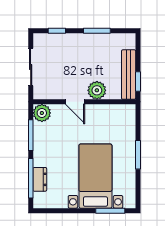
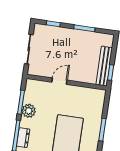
plant: (97, 90) -> (78, 75), removed
door: (75, 102) -> (59, 81), swing flipped
plant: (42, 113) -> (29, 111), moved

